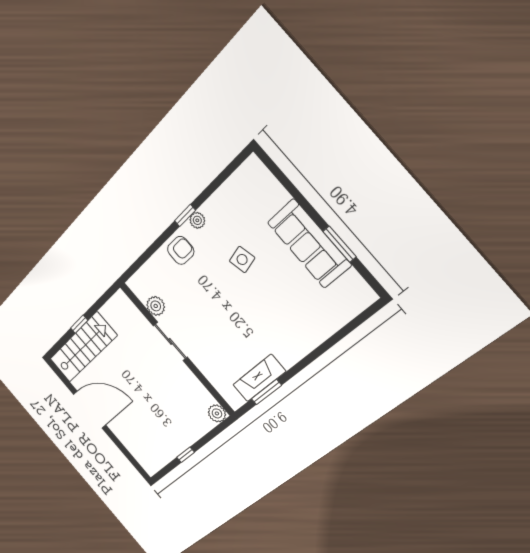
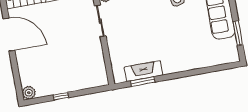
window: (340, 244) -> (238, 33), moved
plant: (217, 413) -> (29, 93), moved

